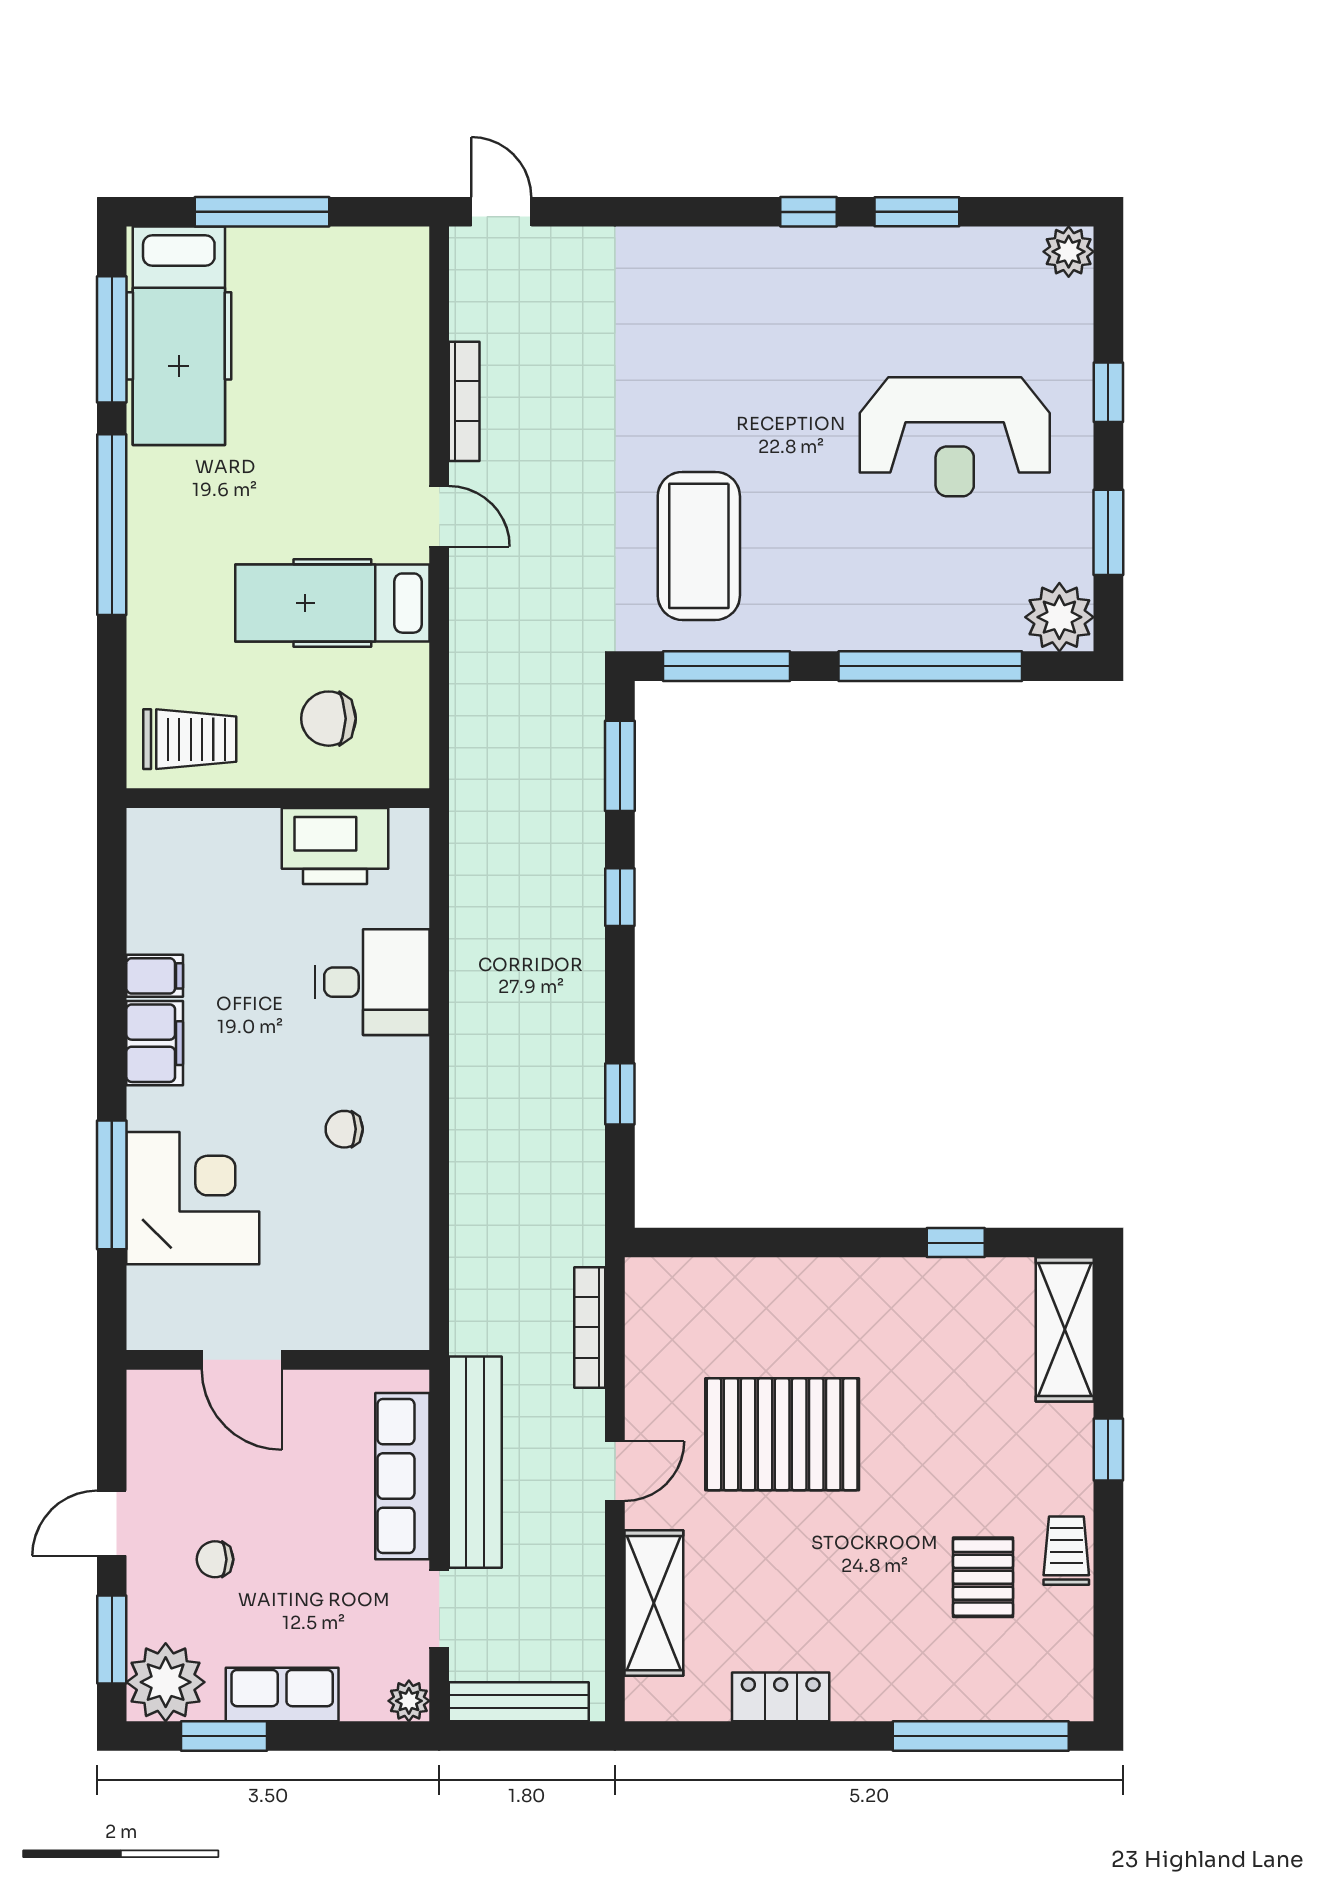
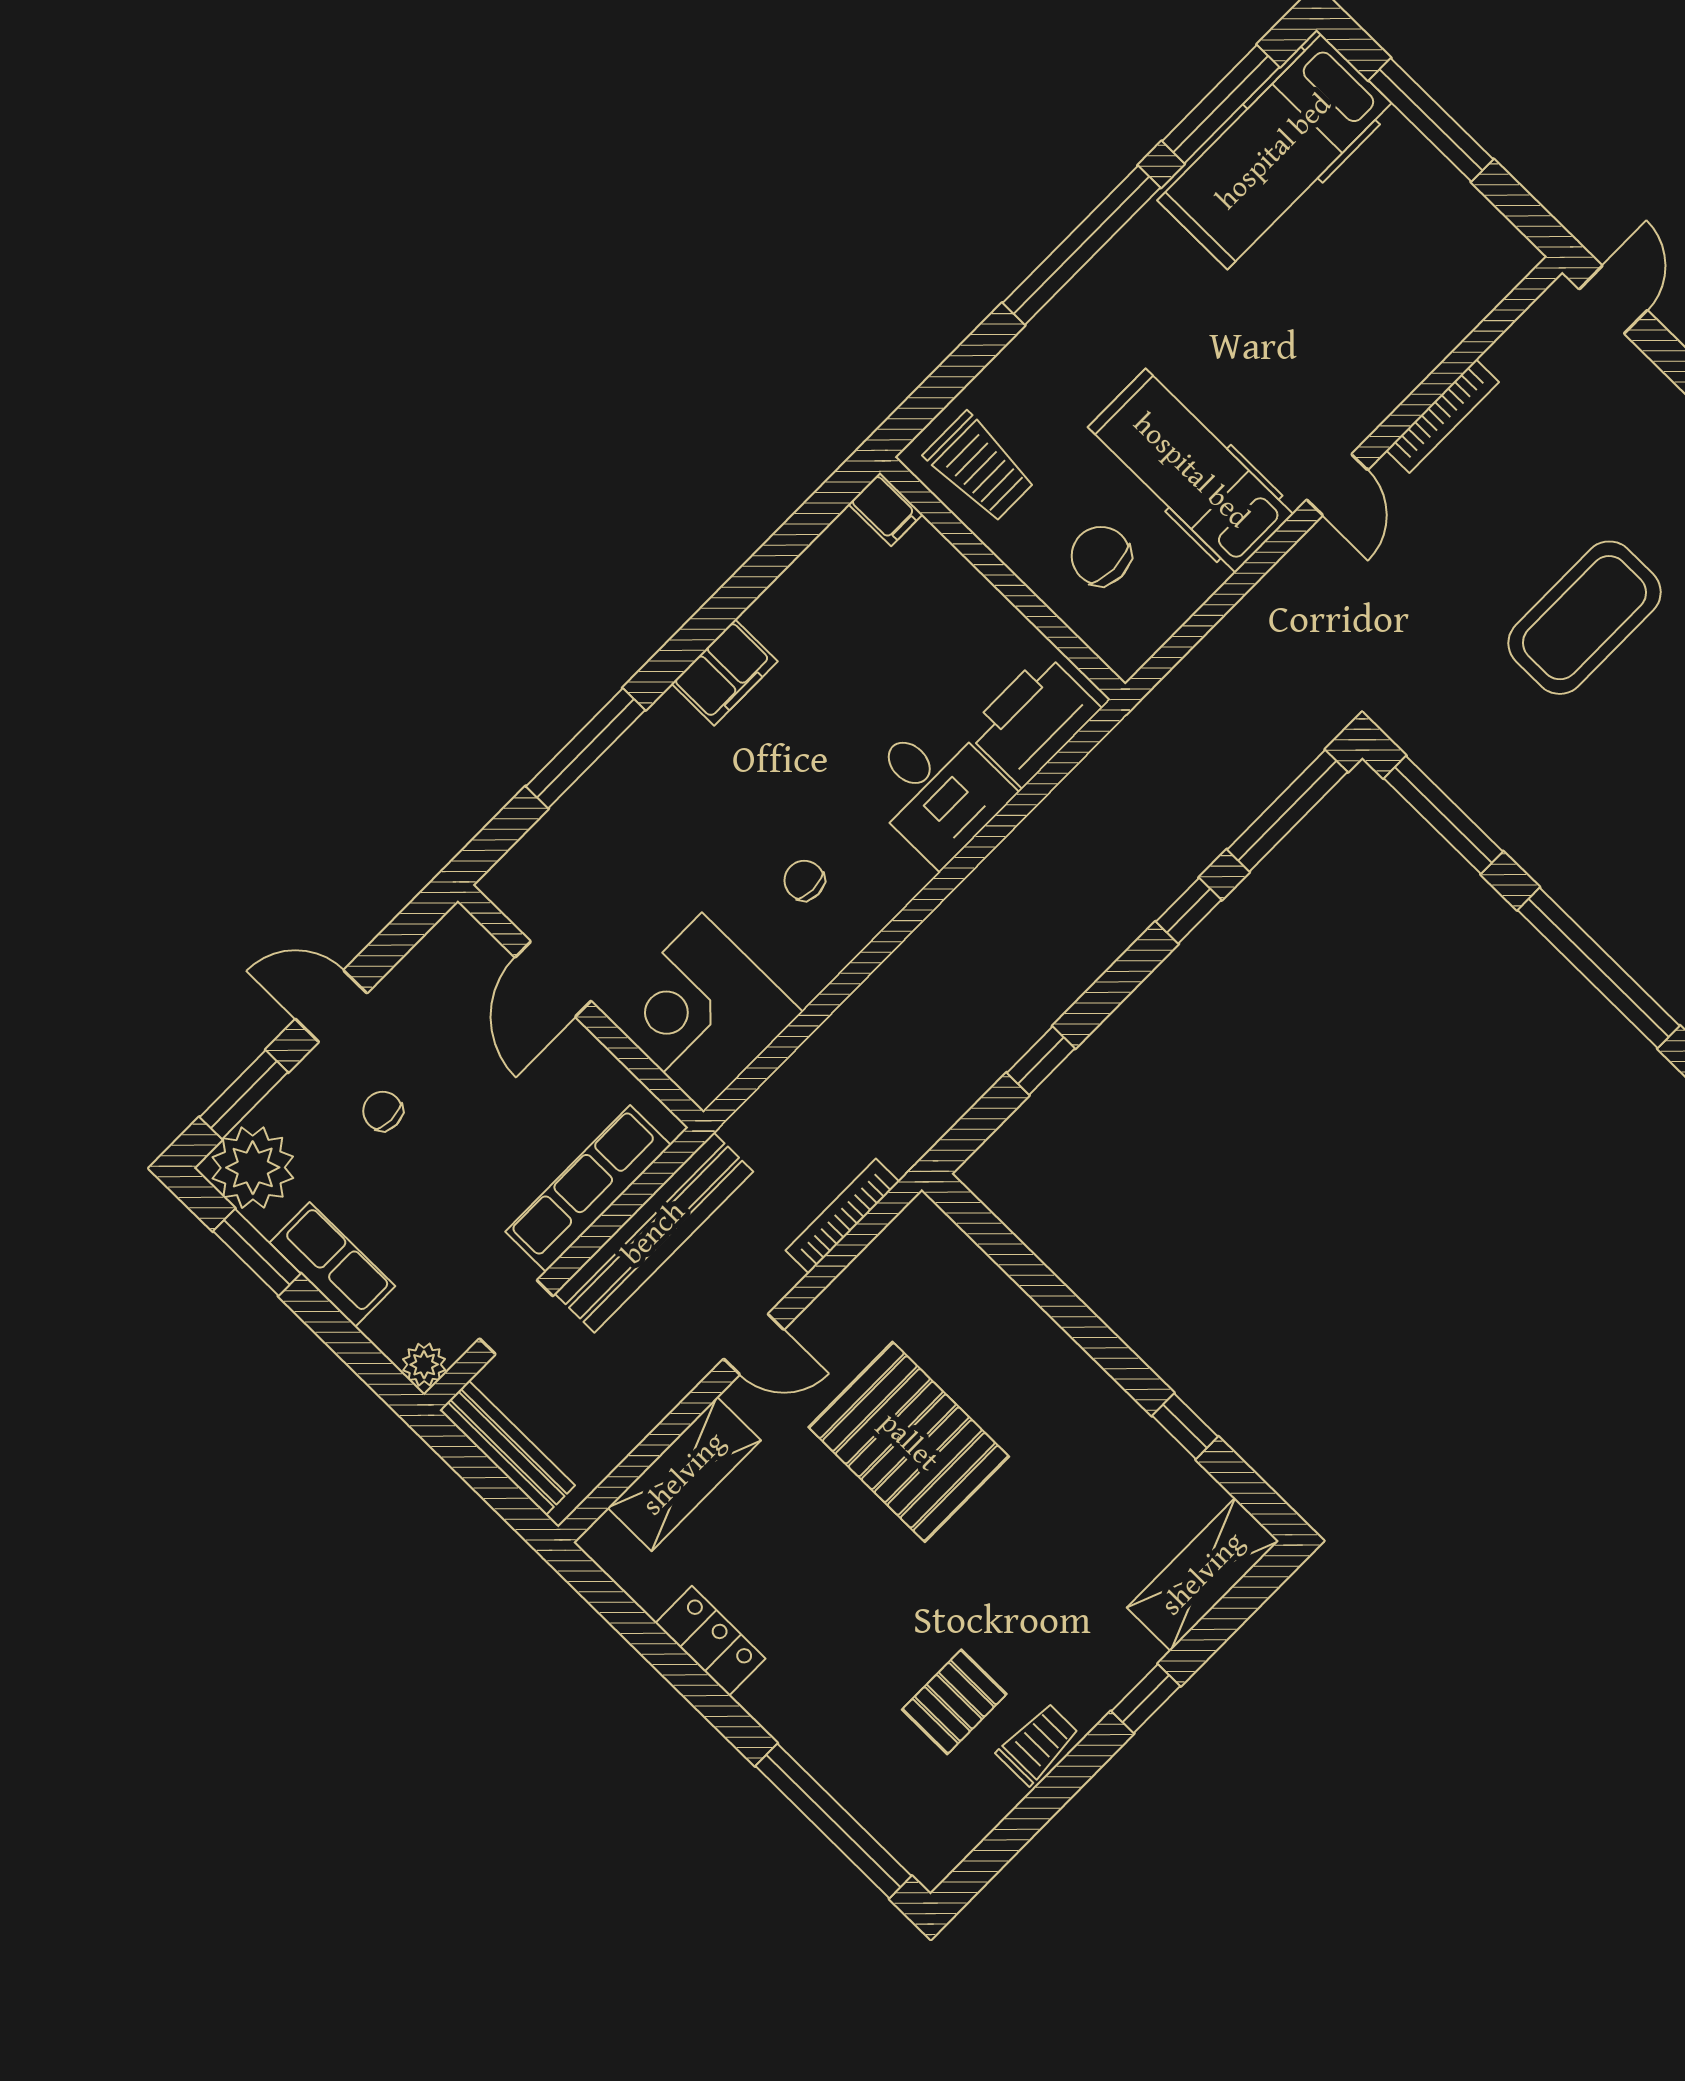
coffee table: (699, 546) -> (1585, 618), moved
window: (620, 766) -> (1287, 811), width x1.44
printer: (335, 846) -> (1033, 720), moved, turned 90
filing cabinet: (155, 976) -> (885, 509), moved
corner desk: (193, 1198) -> (703, 1012), moved, turned 180

